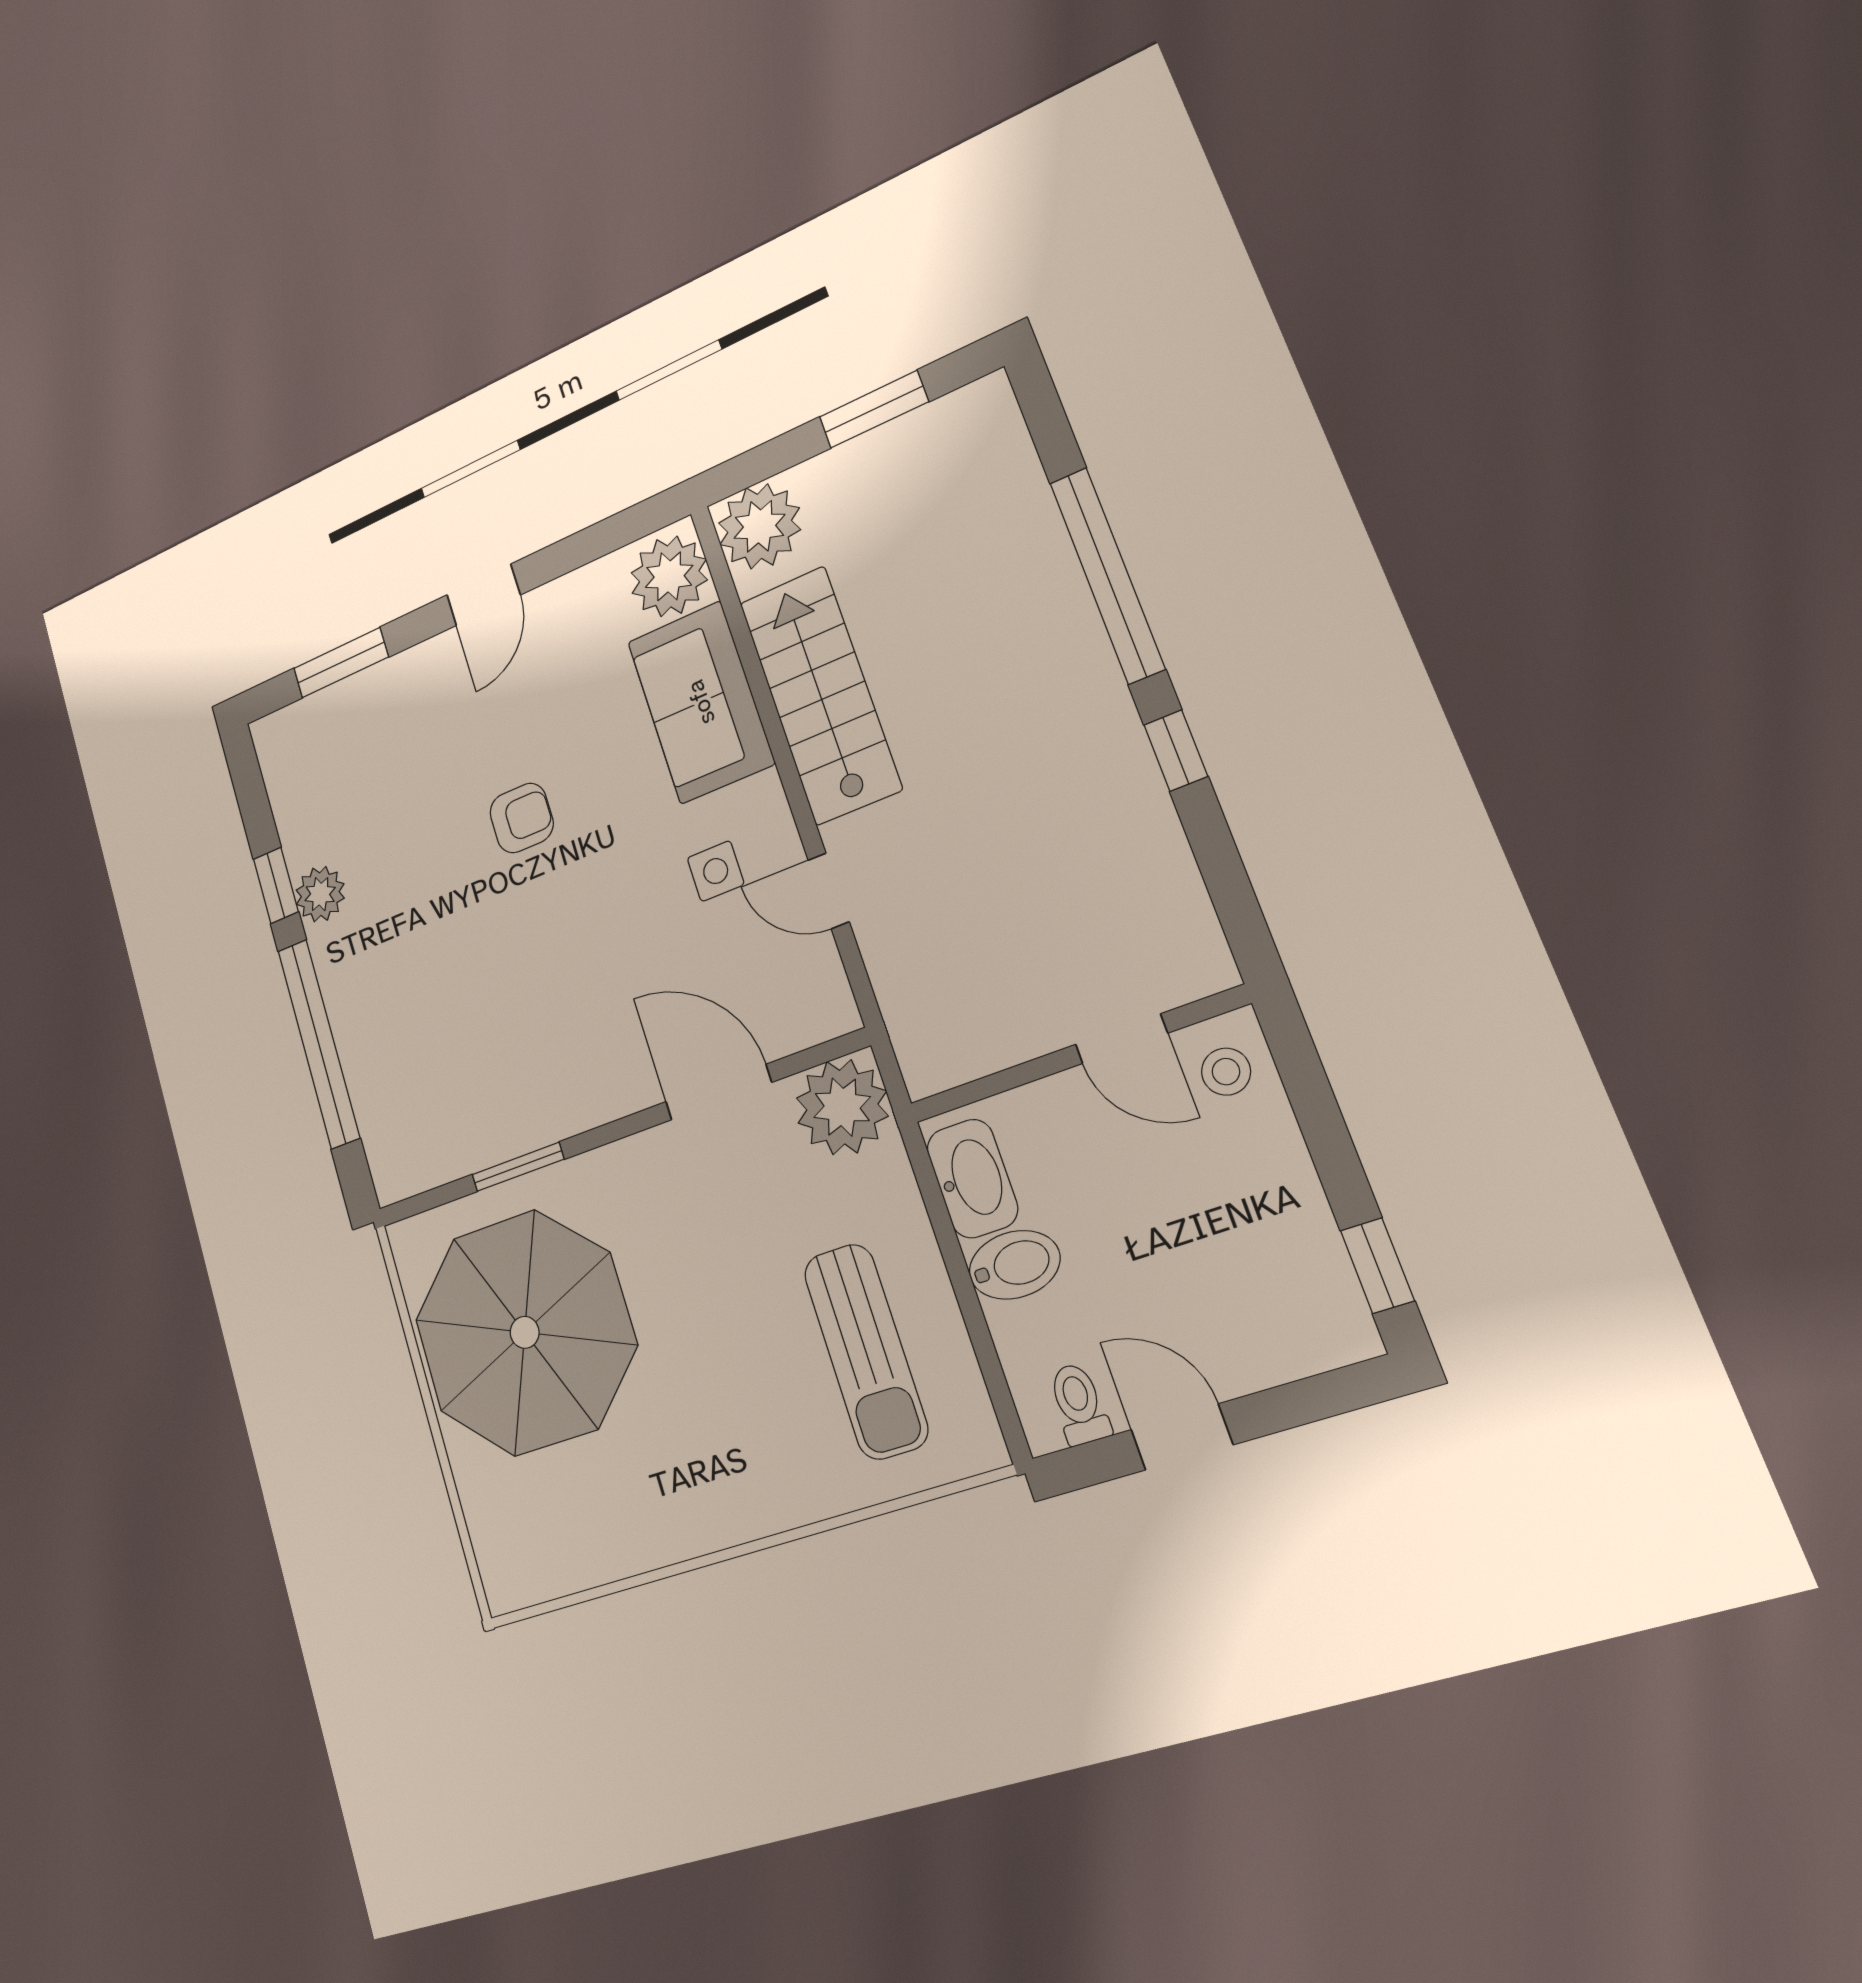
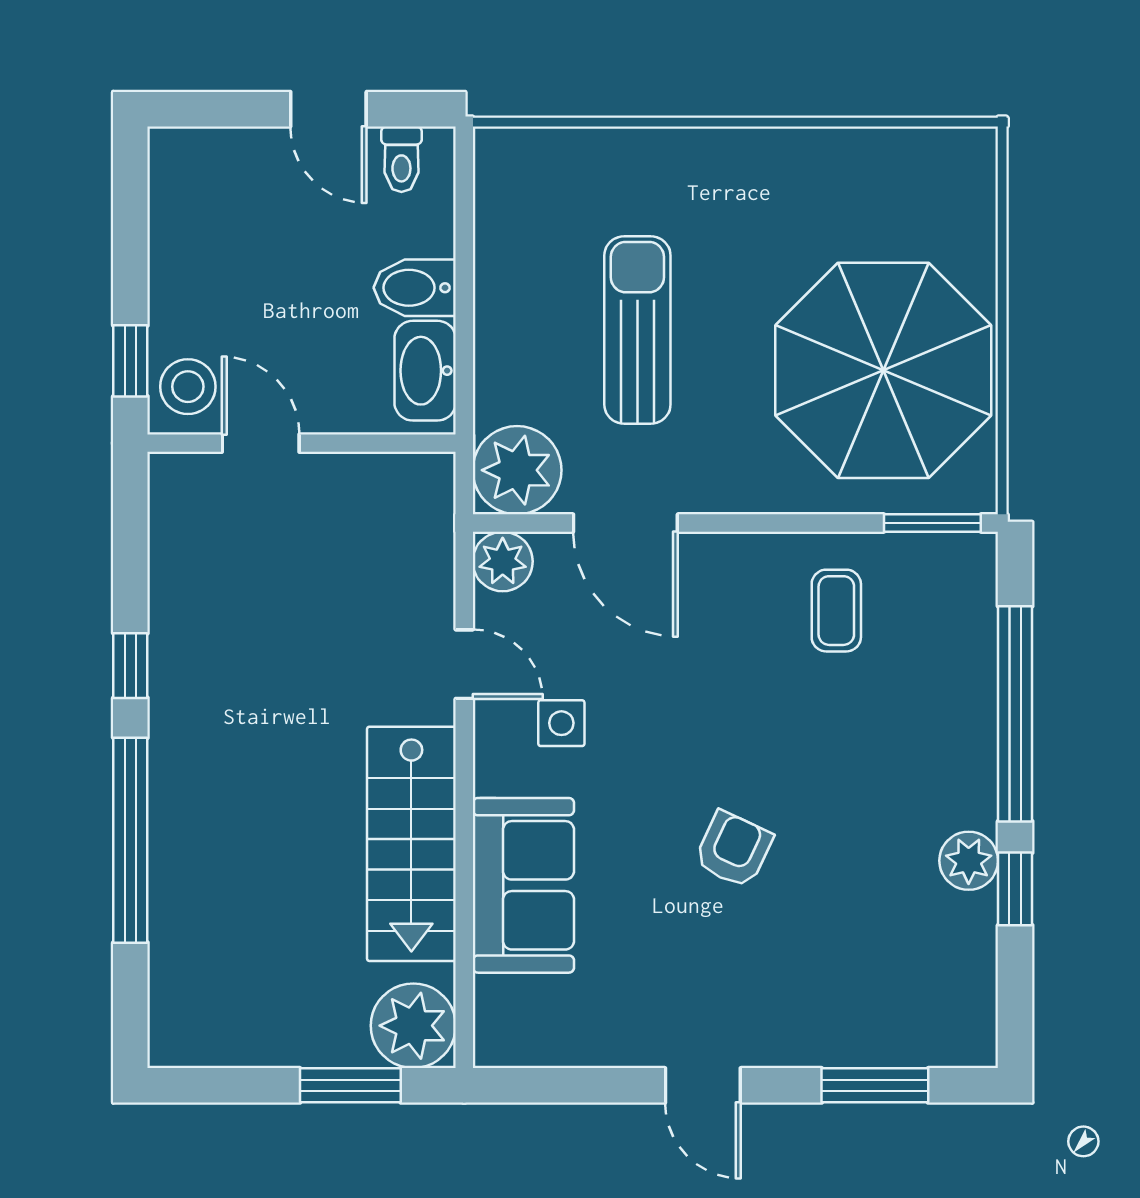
window: (874, 409) -> (350, 1085), moved
plant: (669, 576) -> (503, 561), moved, width x0.73, depth x0.73
door: (483, 595) -> (703, 1085), swing flipped
armchair: (522, 818) -> (734, 850), turned 115
stool: (1226, 1072) -> (188, 387), width x1.37, depth x1.37
coffee table: (498, 1080) -> (836, 611), added
window: (518, 1167) -> (932, 523), moved
window: (1377, 1266) -> (130, 361), moved
sun lounger: (866, 1351) -> (637, 330), moved

